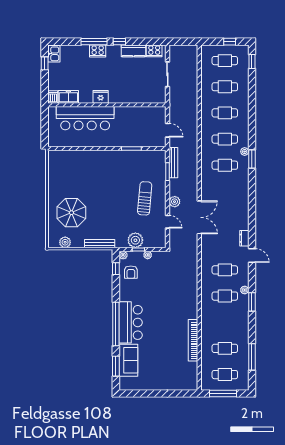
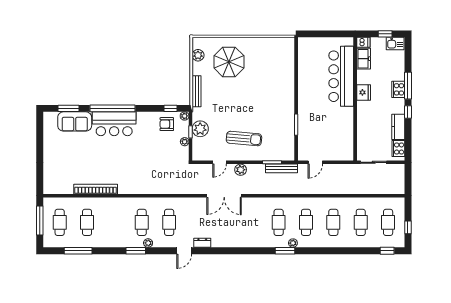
dishwasher: (53, 97) -> (363, 42), moved
freezer: (68, 97) -> (364, 59), moved
fridge: (101, 97) -> (364, 92), moved
wall: (107, 105) -> (355, 99), moved
bar counter: (85, 118) -> (341, 76), moved

